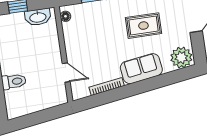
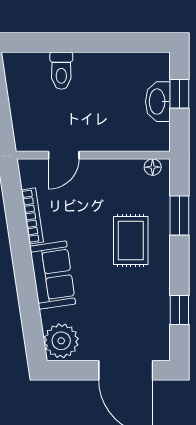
washbasin: (38, 17) -> (158, 102), moved
rug: (143, 26) -> (131, 241), moved

